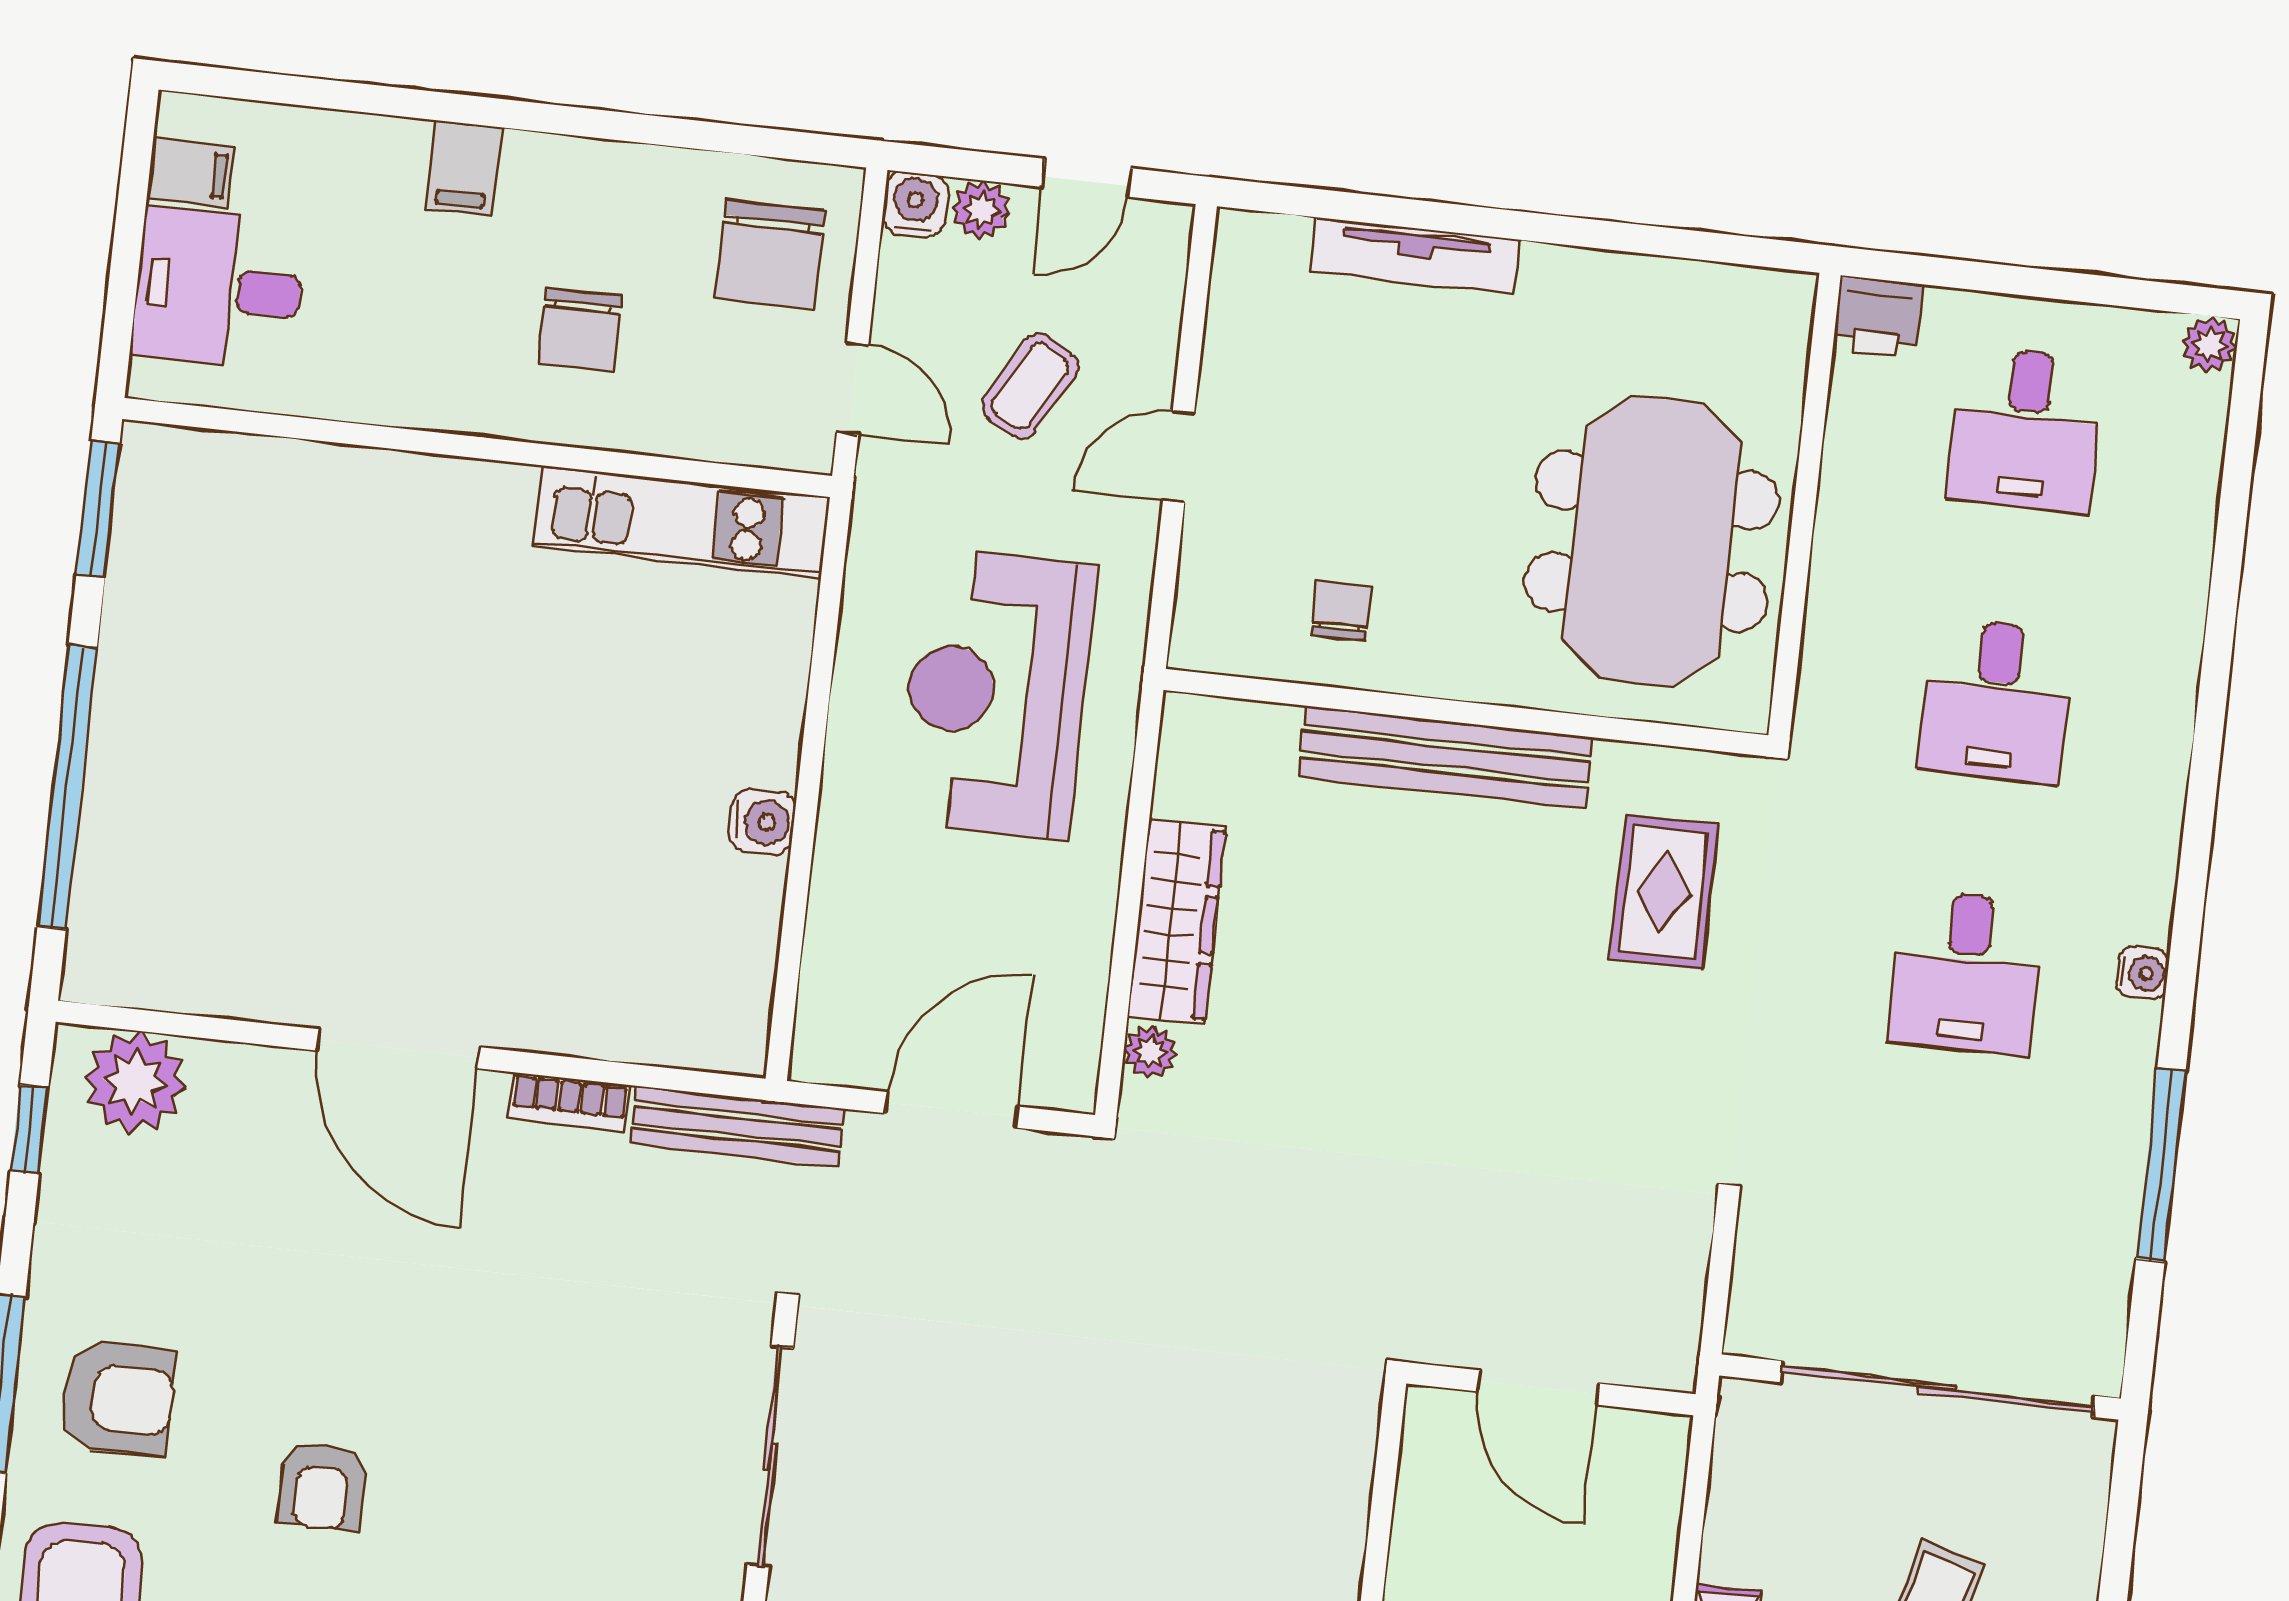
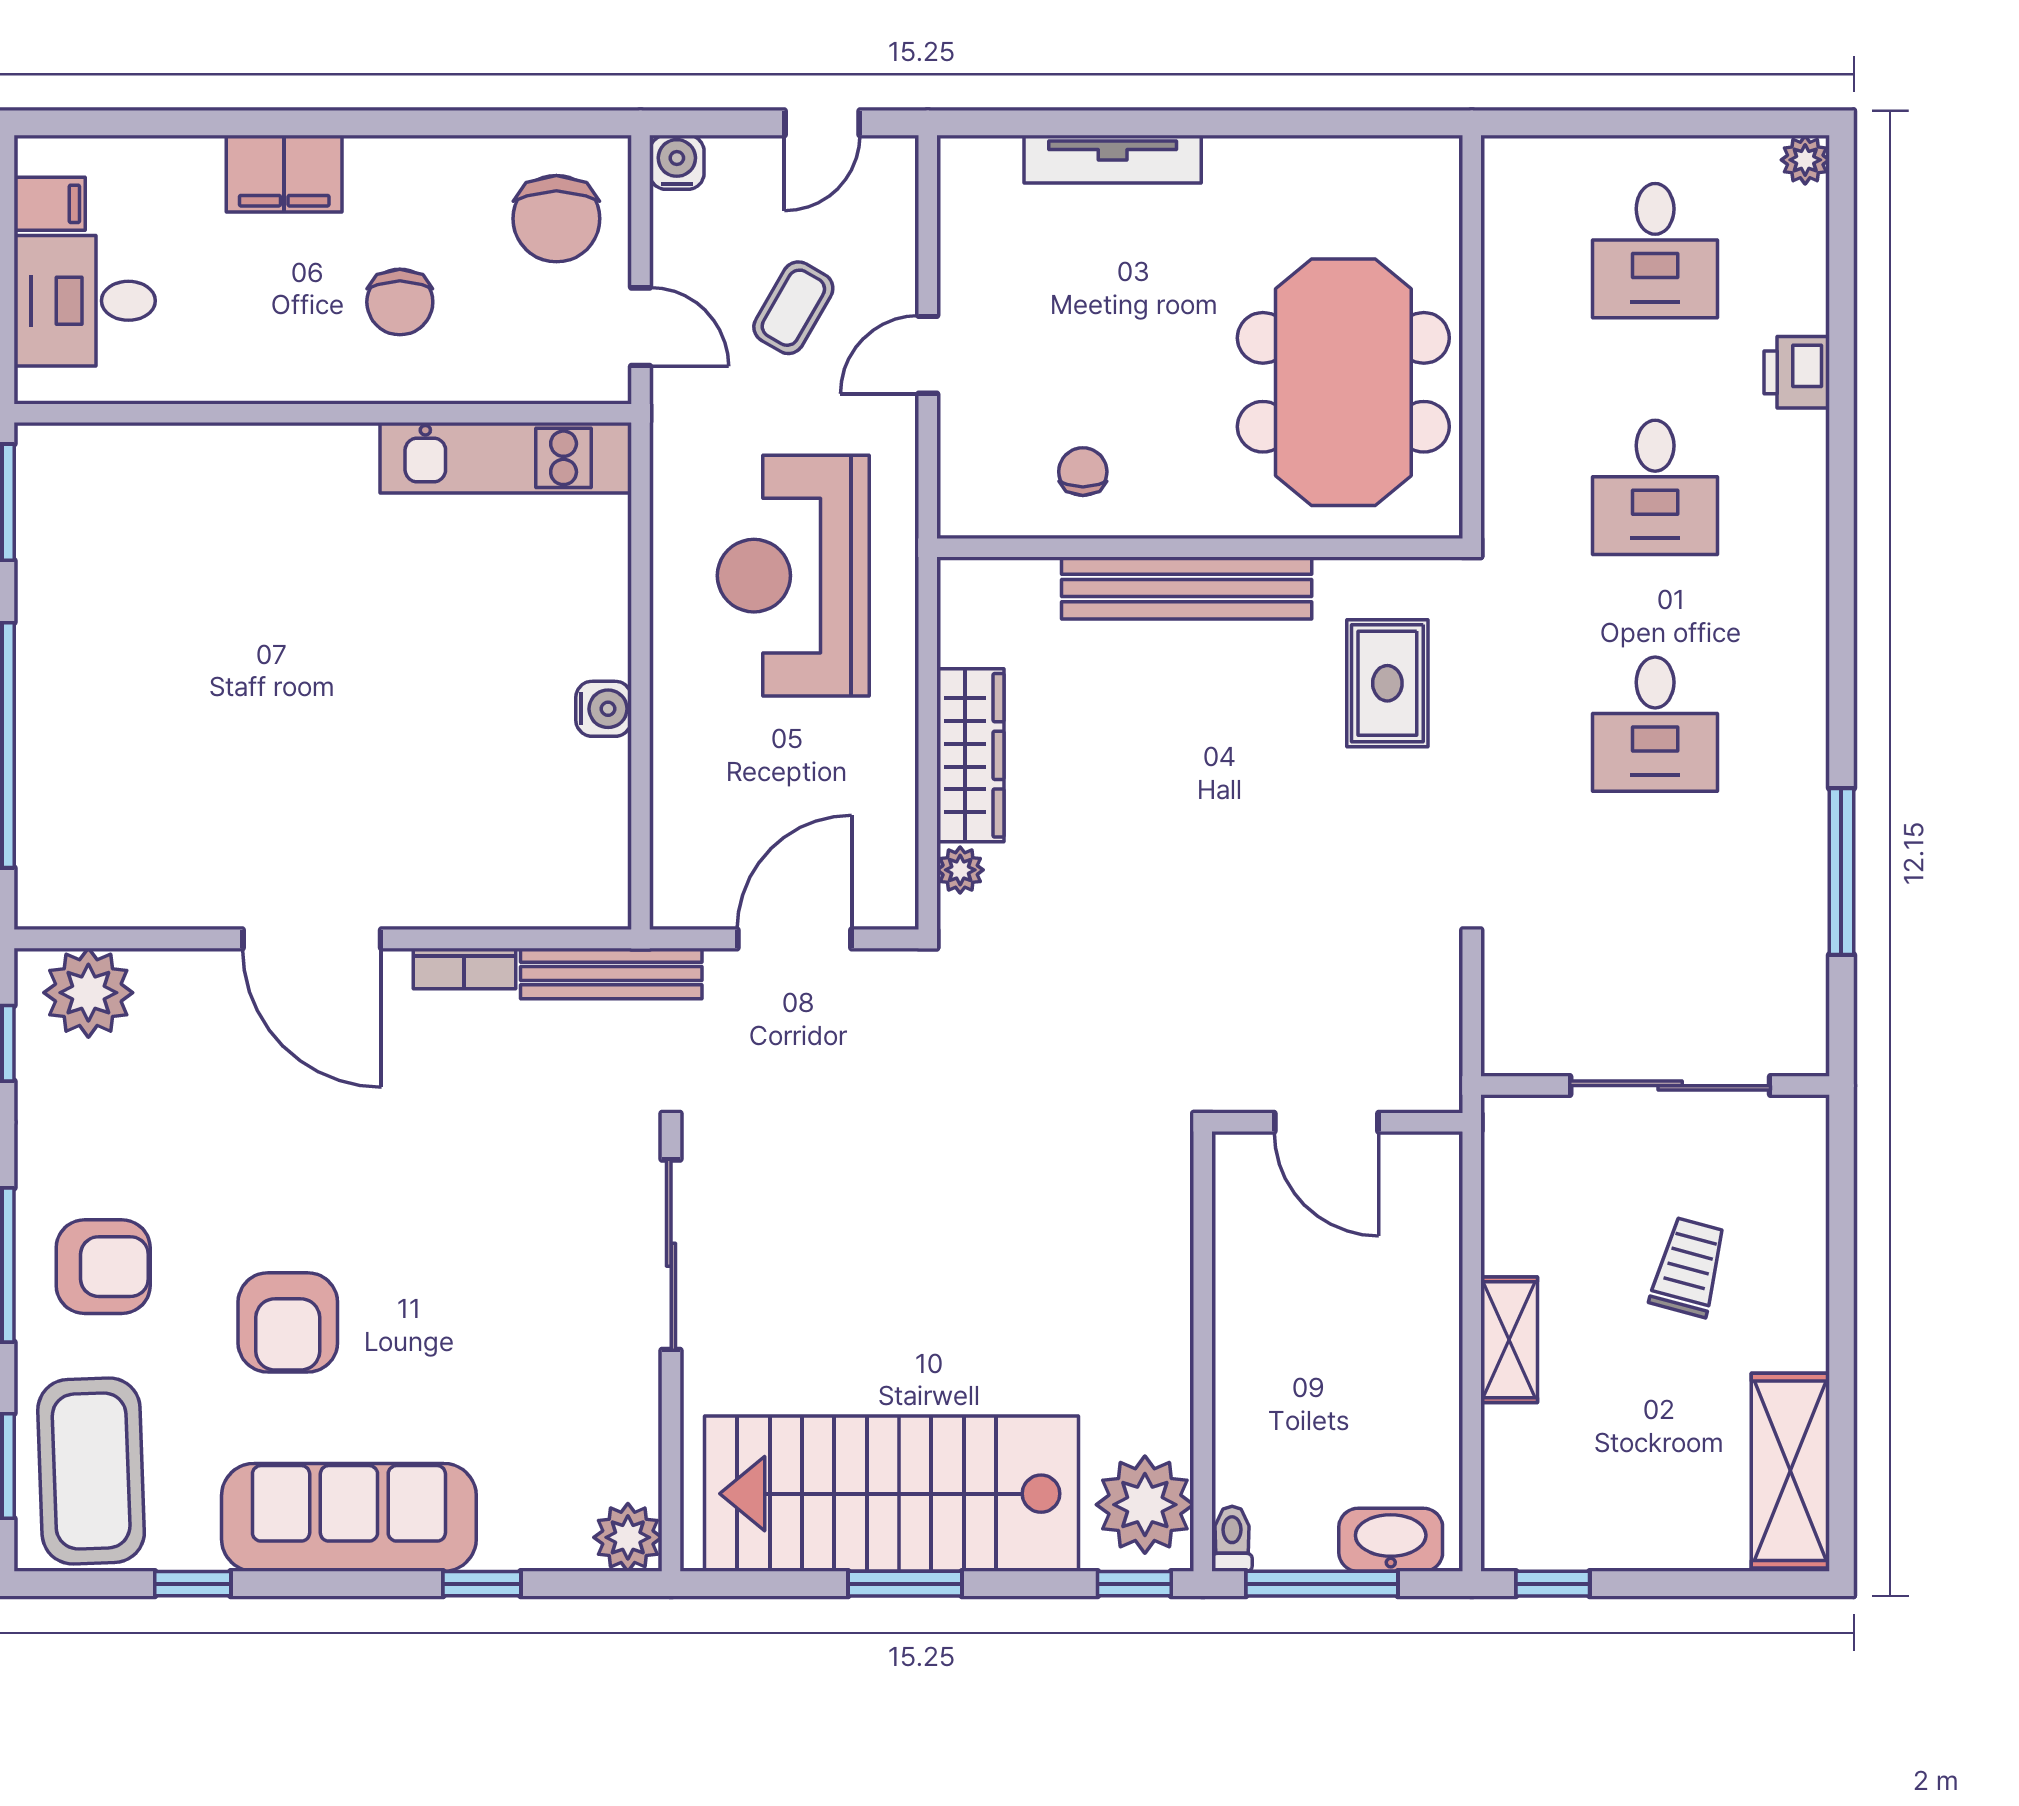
filing cabinet: (463, 168) -> (284, 174), width x2.00
plant: (981, 210) -> (734, 161), removed
printer: (1878, 317) -> (1797, 372), moved, turned 90
water cooler: (2143, 973) -> (1807, 707), removed
sliding door: (1937, 1389) -> (1670, 1086), width x0.73
armchair: (322, 1486) -> (288, 1322), width x1.38, depth x1.38

